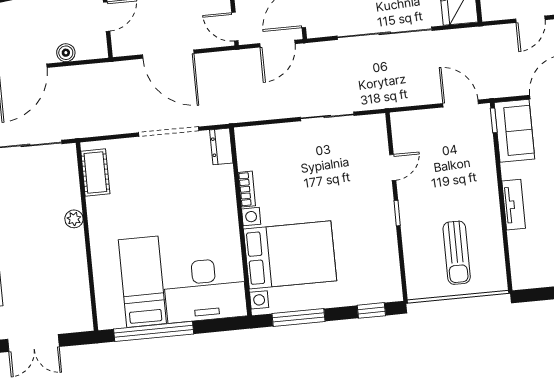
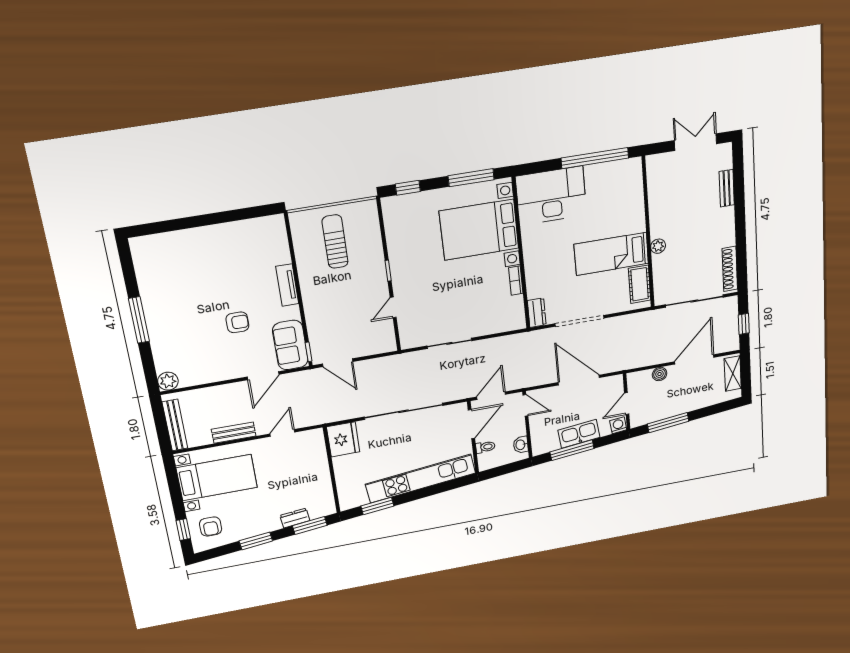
bed: (142, 282) -> (611, 254), moved, turned 90

